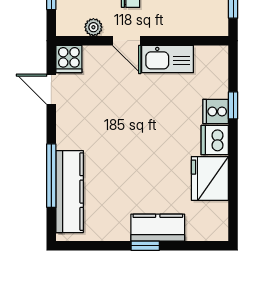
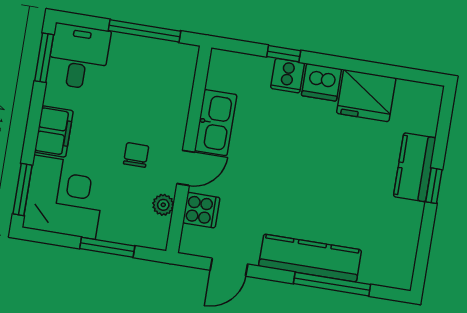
cooker: (69, 59) -> (201, 210), moved
kitchen counter: (70, 192) -> (310, 258), moved

